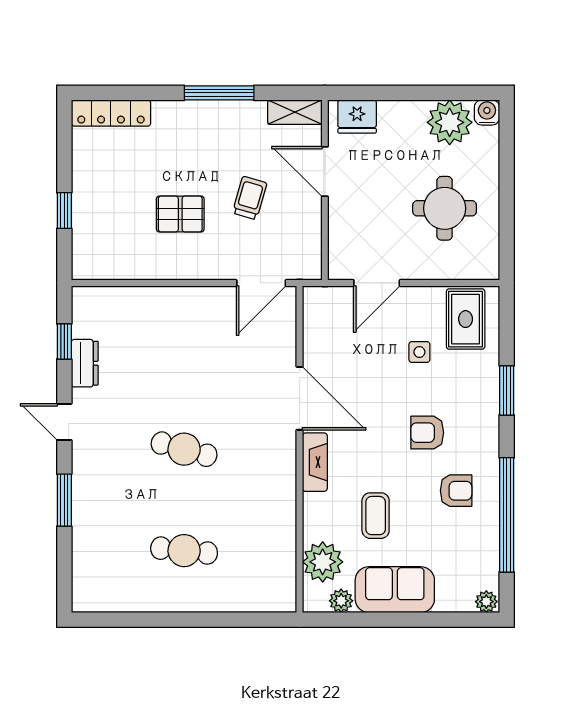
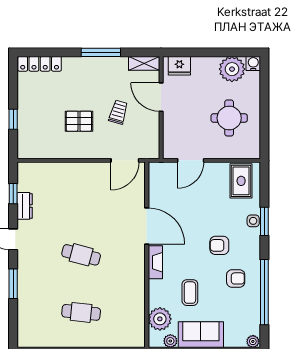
side table: (419, 352) -> (253, 221), moved

